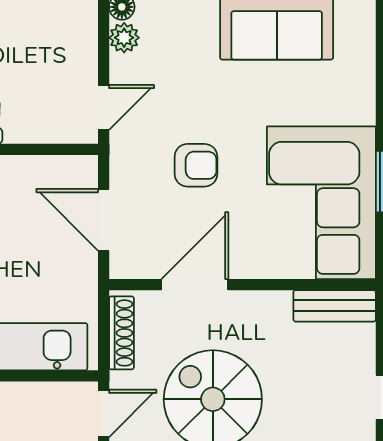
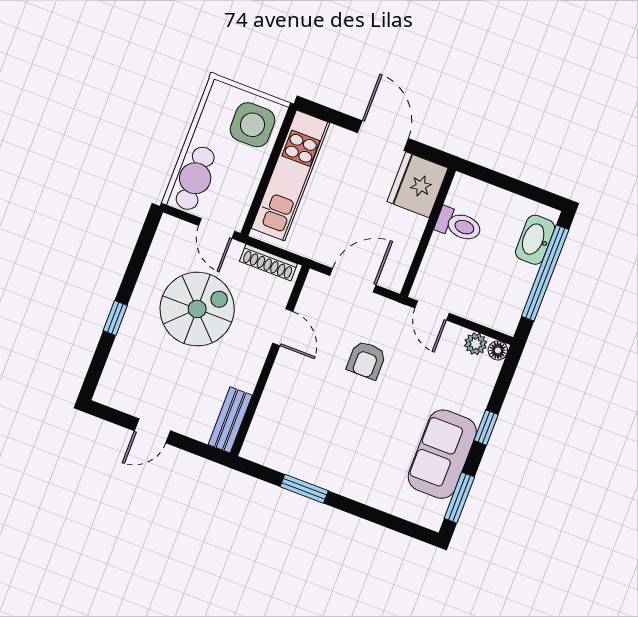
corner sofa: (321, 203) -> (306, 438), removed
door: (195, 285) -> (283, 327), width x0.73

